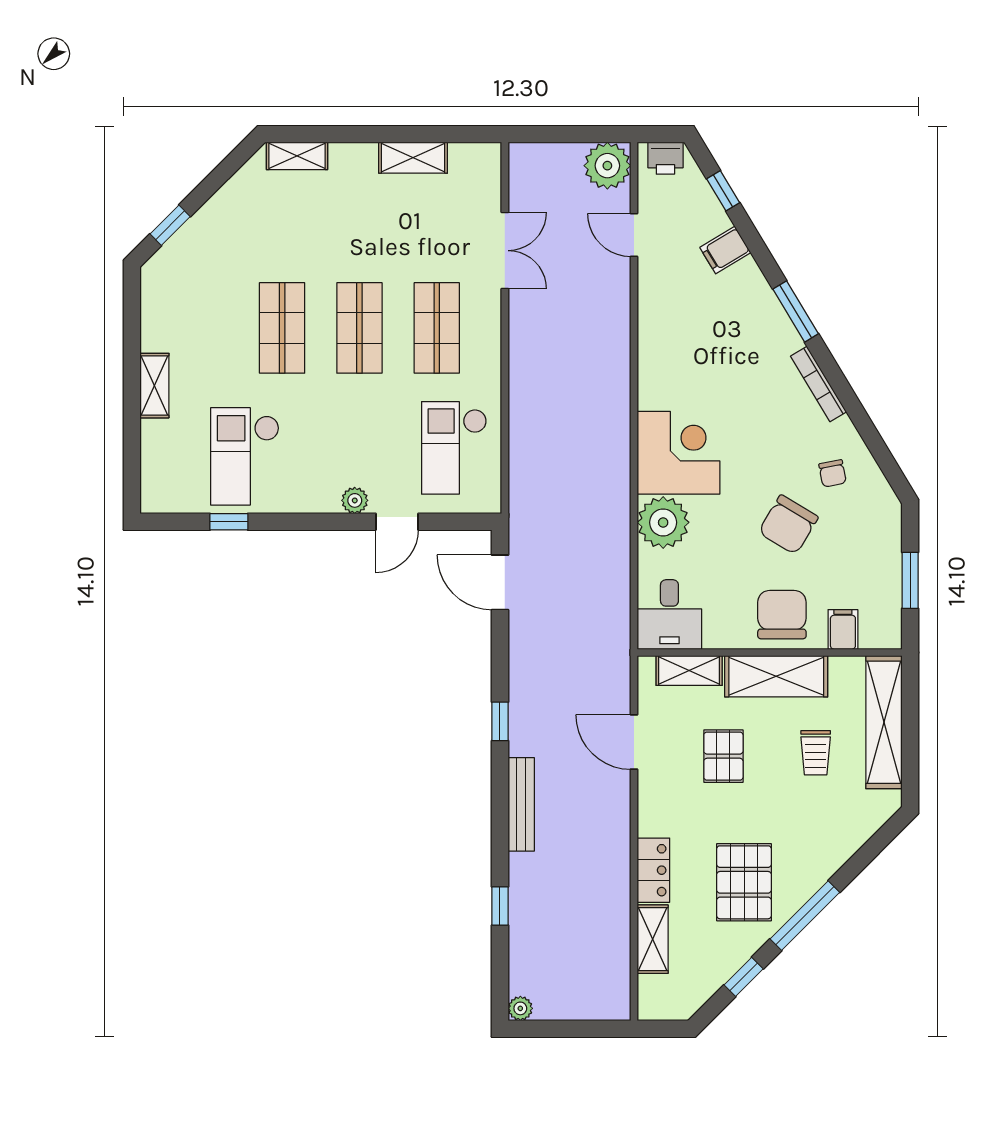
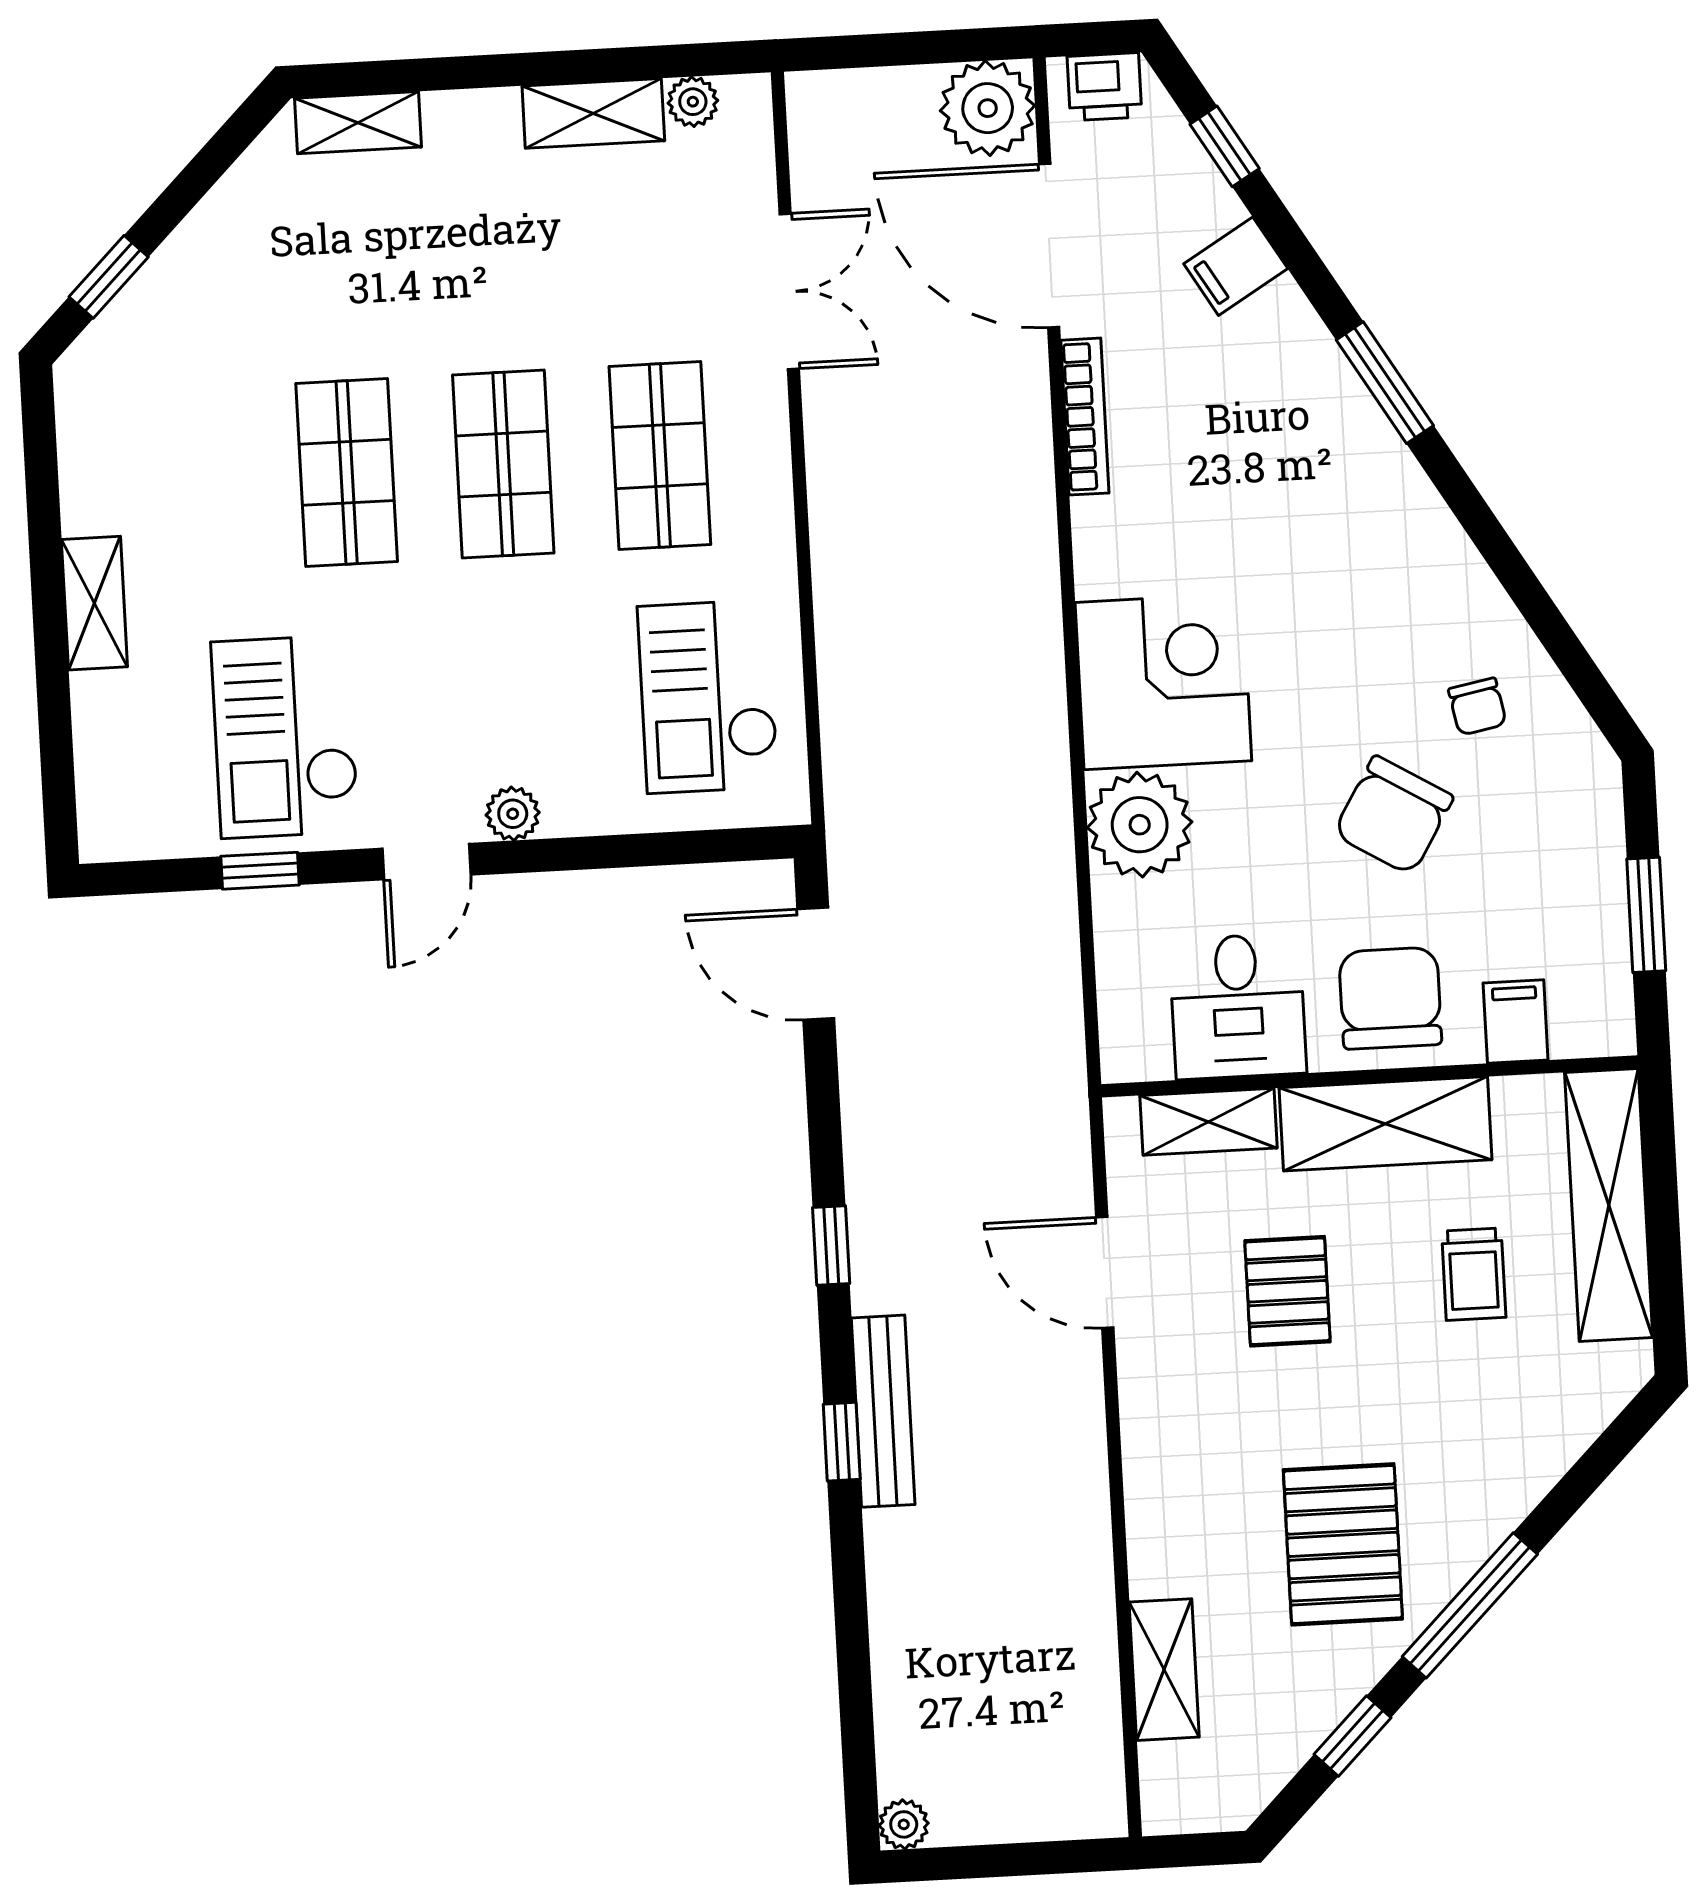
plant: (462, 155) -> (693, 102), added
door: (634, 235) -> (1049, 246), width x1.87
bookcase: (818, 384) -> (1085, 417), moved, turned -149
door: (397, 522) -> (427, 862), moved
desk: (669, 615) -> (1238, 1006), moved
locker: (653, 870) -> (1158, 1530), removed
window: (500, 906) -> (842, 1442), moved

